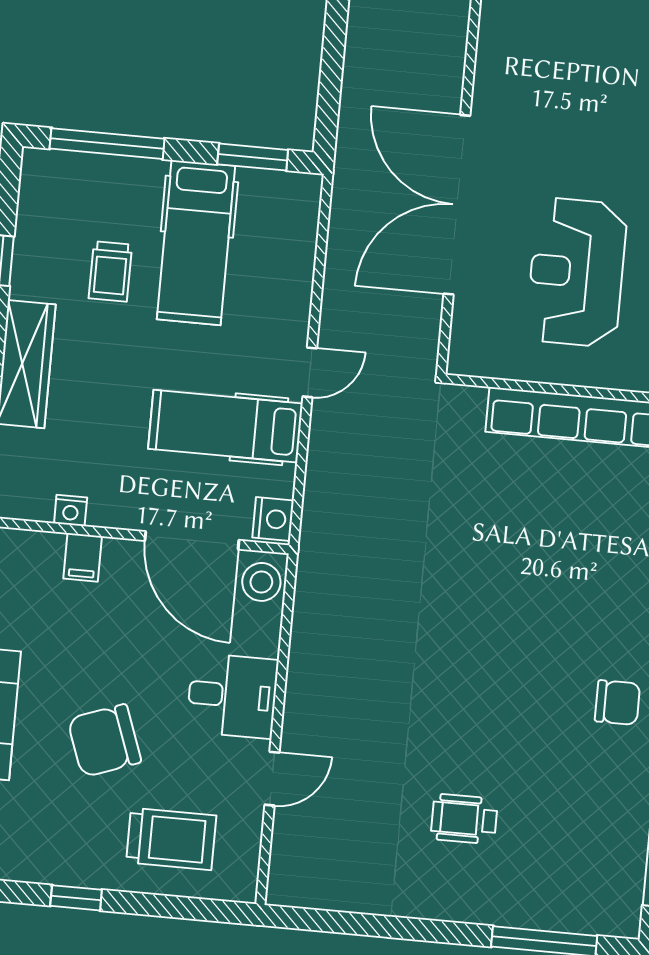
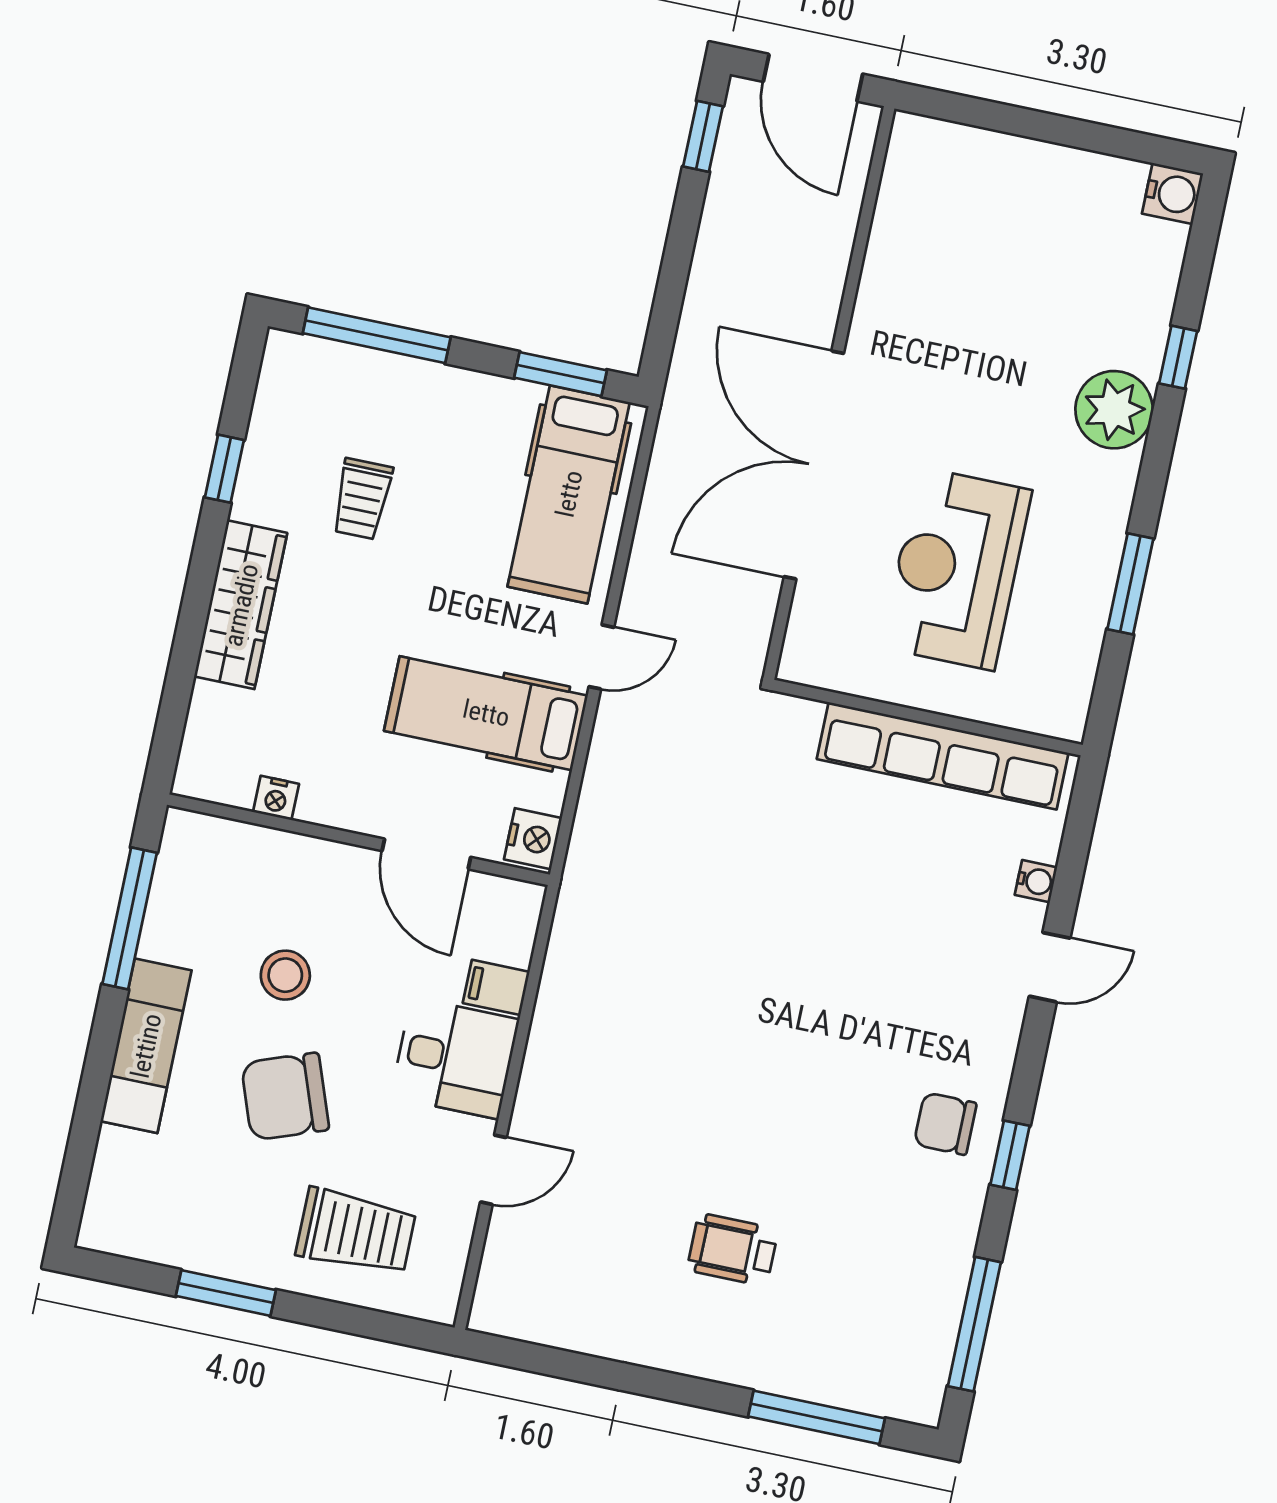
hospital bed: (196, 243) -> (569, 494), moved
door: (192, 540) -> (426, 854), width x0.73
filing cabinet: (83, 557) -> (496, 987), moved, turned 90
stool: (261, 582) -> (285, 975), moved
chair: (617, 702) -> (945, 1124), turned 180
window: (76, 898) -> (226, 1293), width x1.50

